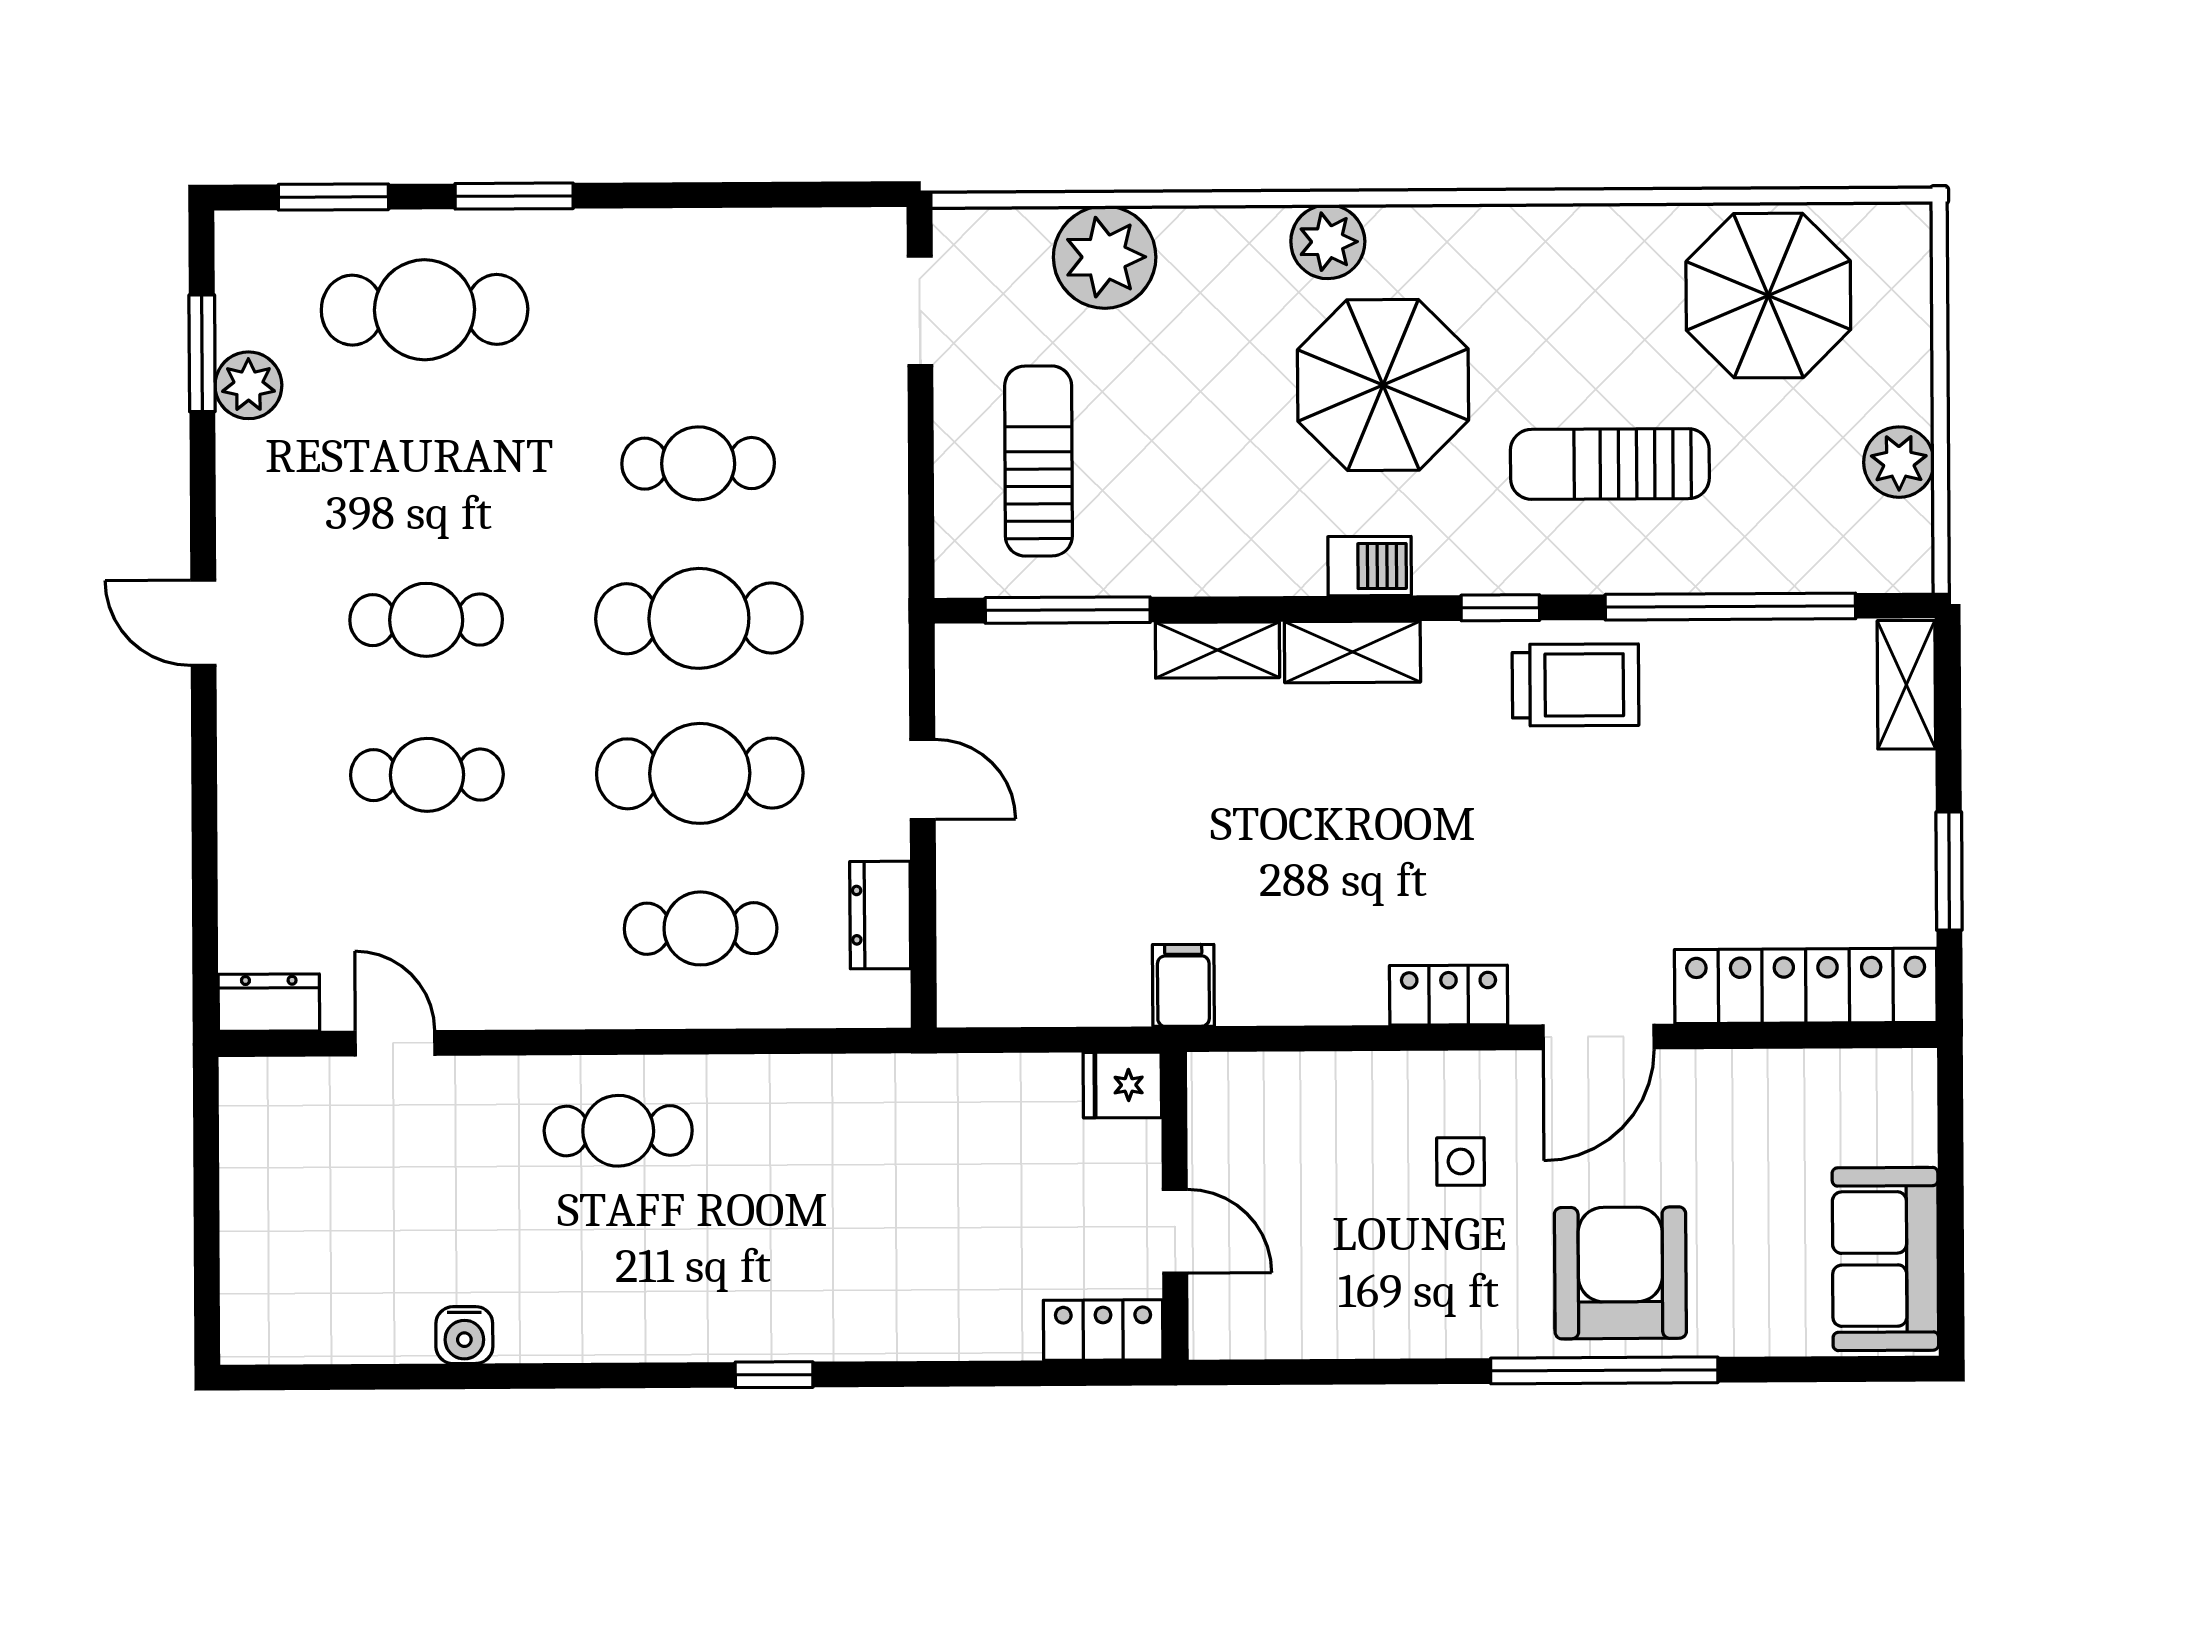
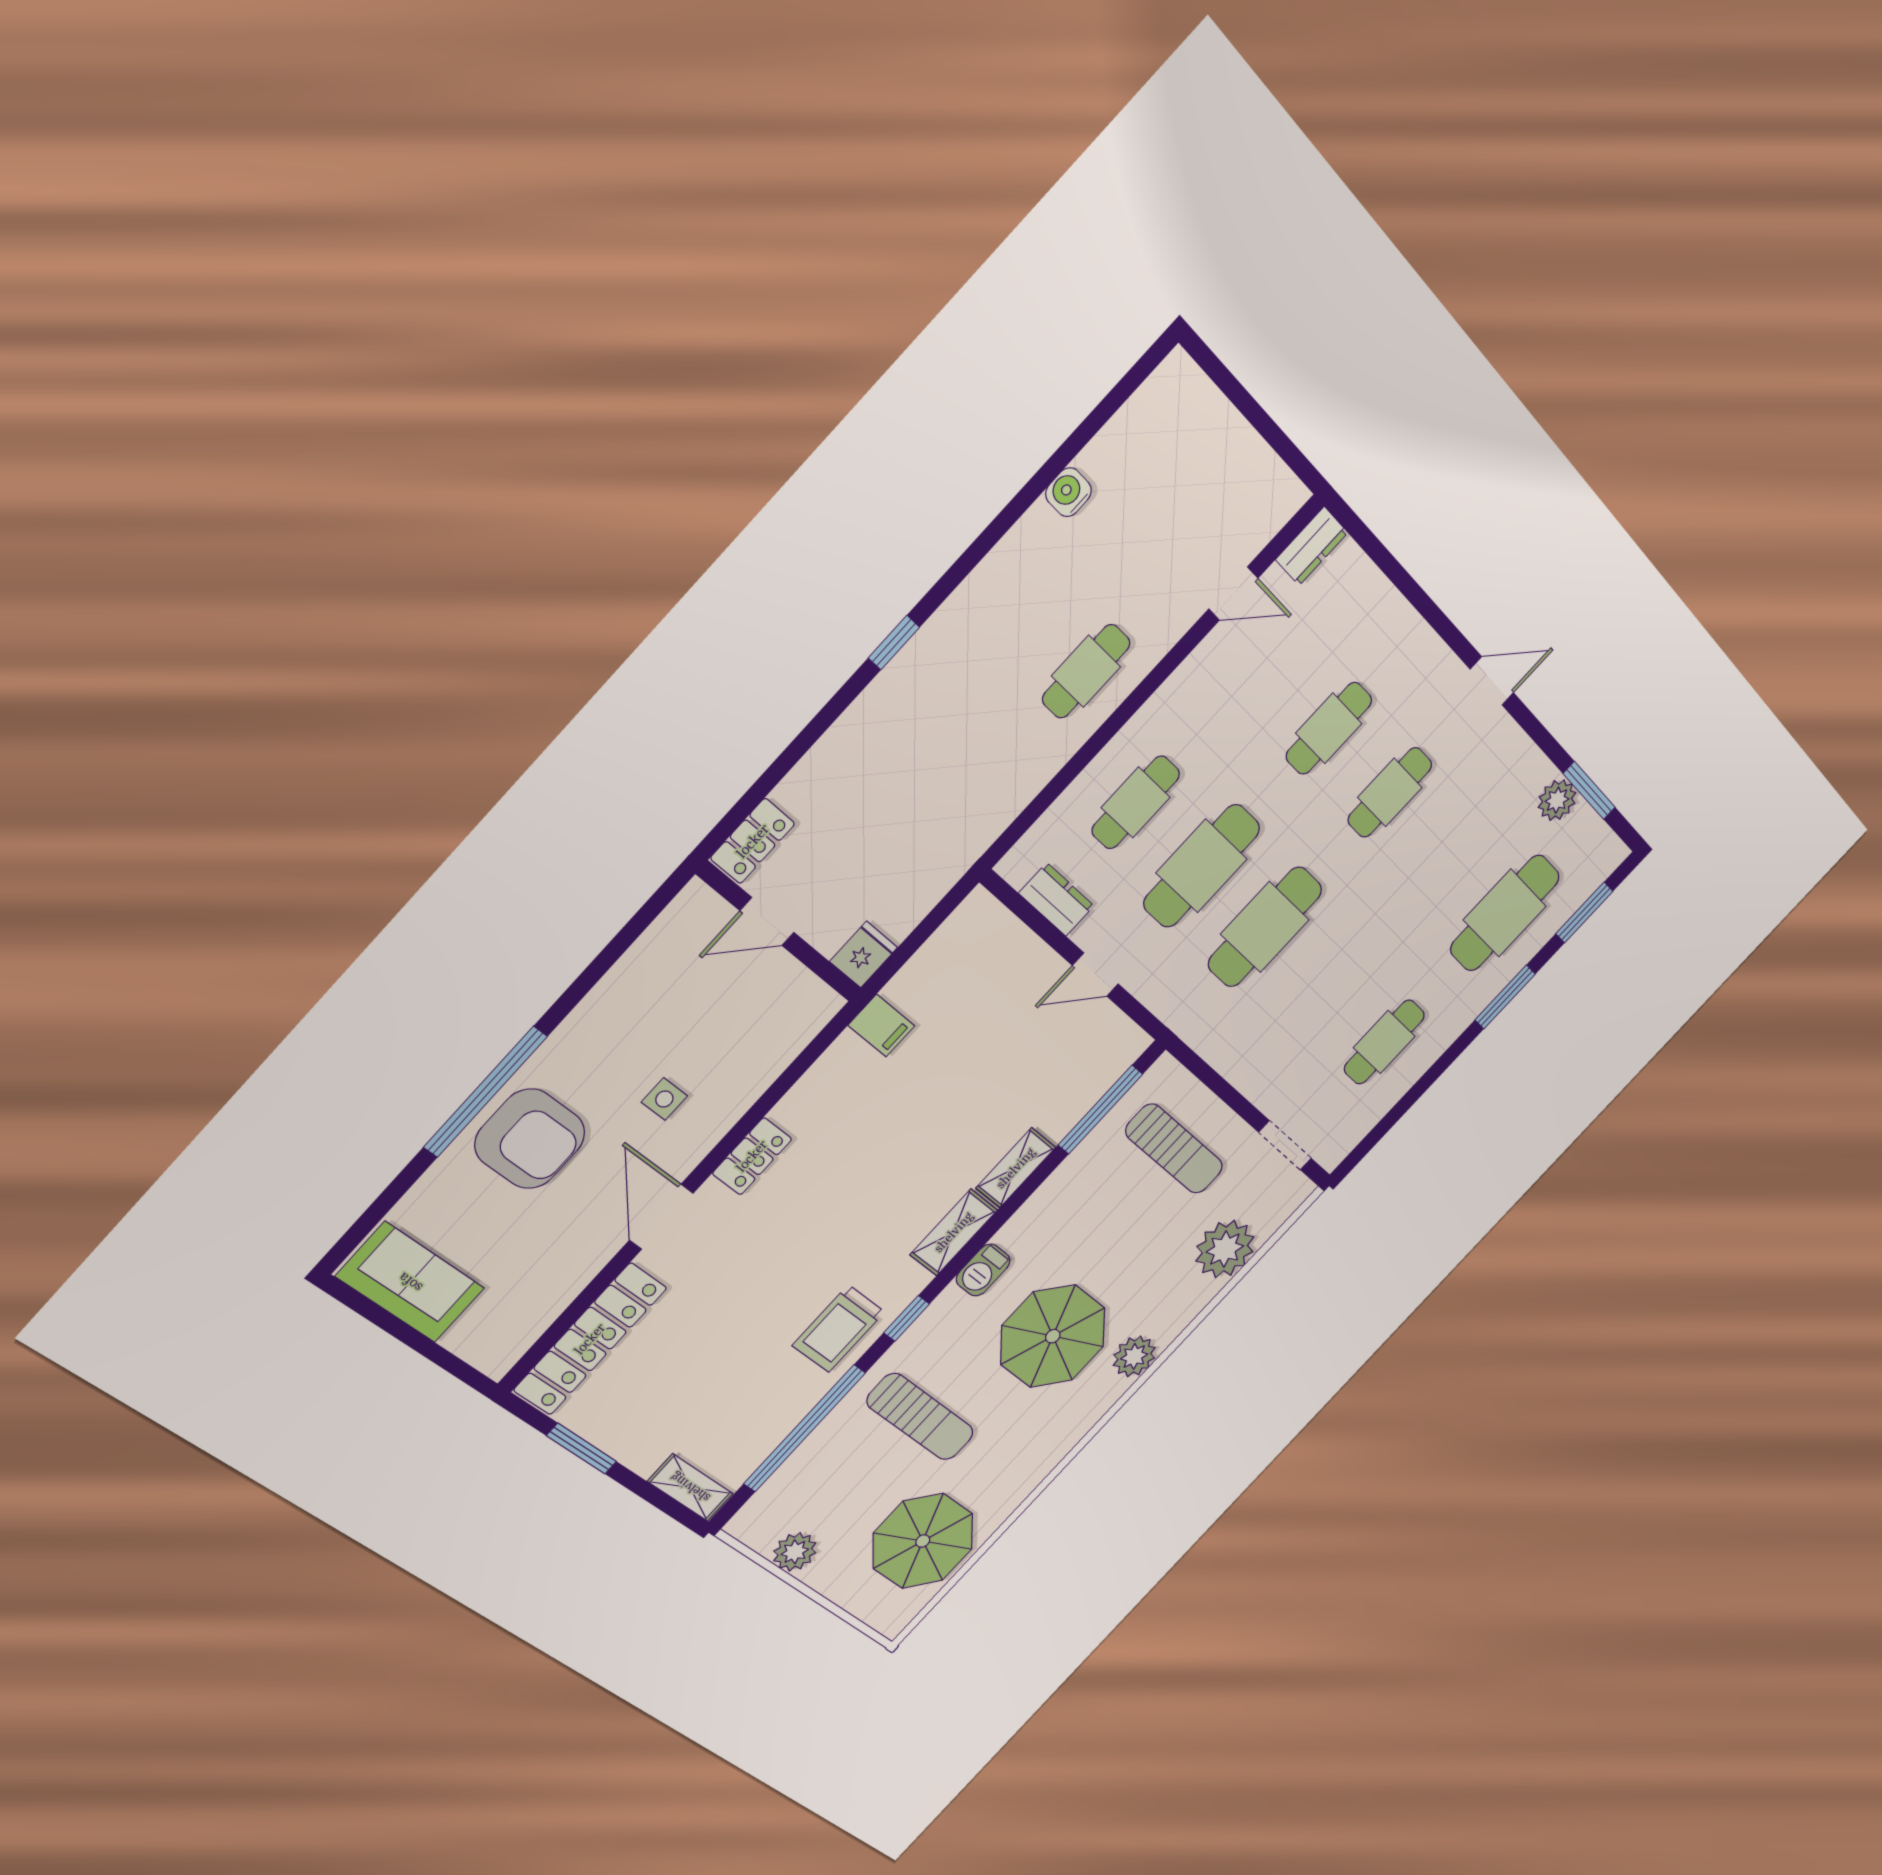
cafe table: (698, 463) -> (1384, 1042), moved
sun lounger: (1610, 464) -> (920, 1417), turned 90

